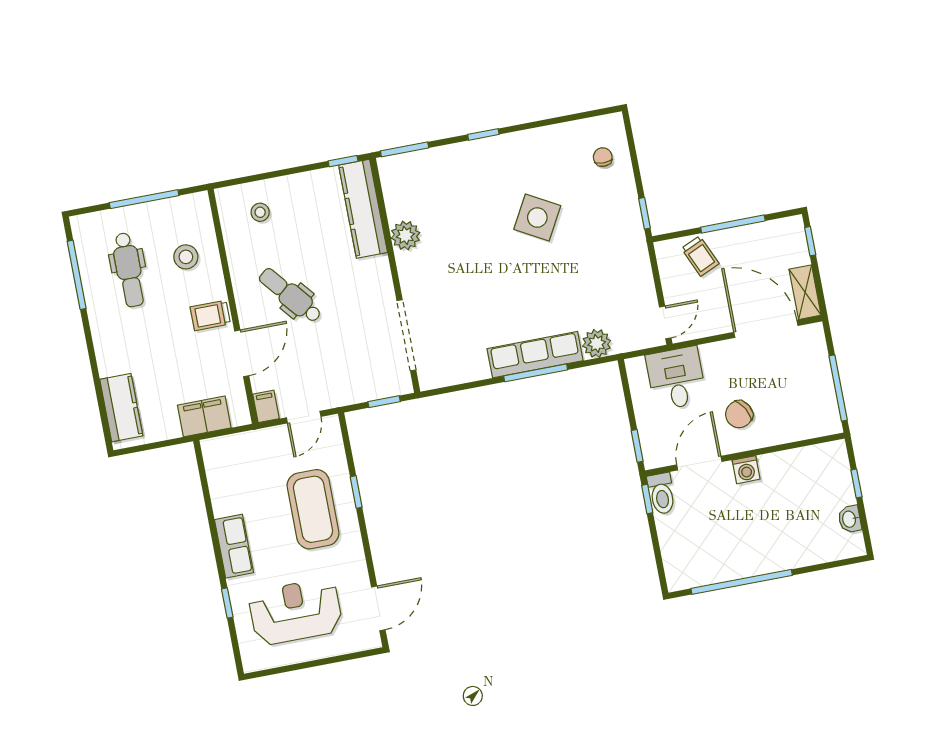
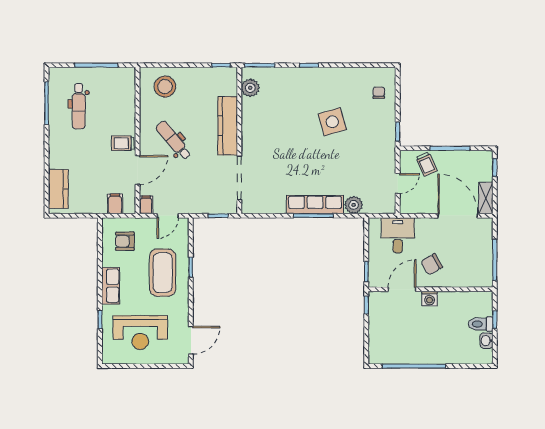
kitchen counter: (363, 209) -> (228, 126), moved
stool: (260, 212) -> (165, 87), width x1.89, depth x1.89
side table: (537, 218) -> (332, 122), turned 45
plant: (405, 235) -> (250, 88), moved
stool: (186, 257) -> (115, 105), removed
door: (665, 322) -> (398, 184), moved
filing cabinet: (204, 416) -> (115, 204), width x0.50
armchair: (243, 471) -> (125, 241), added
toilet: (662, 494) -> (481, 324), moved, turned 90
reception desk: (295, 612) -> (140, 333), turned 180

